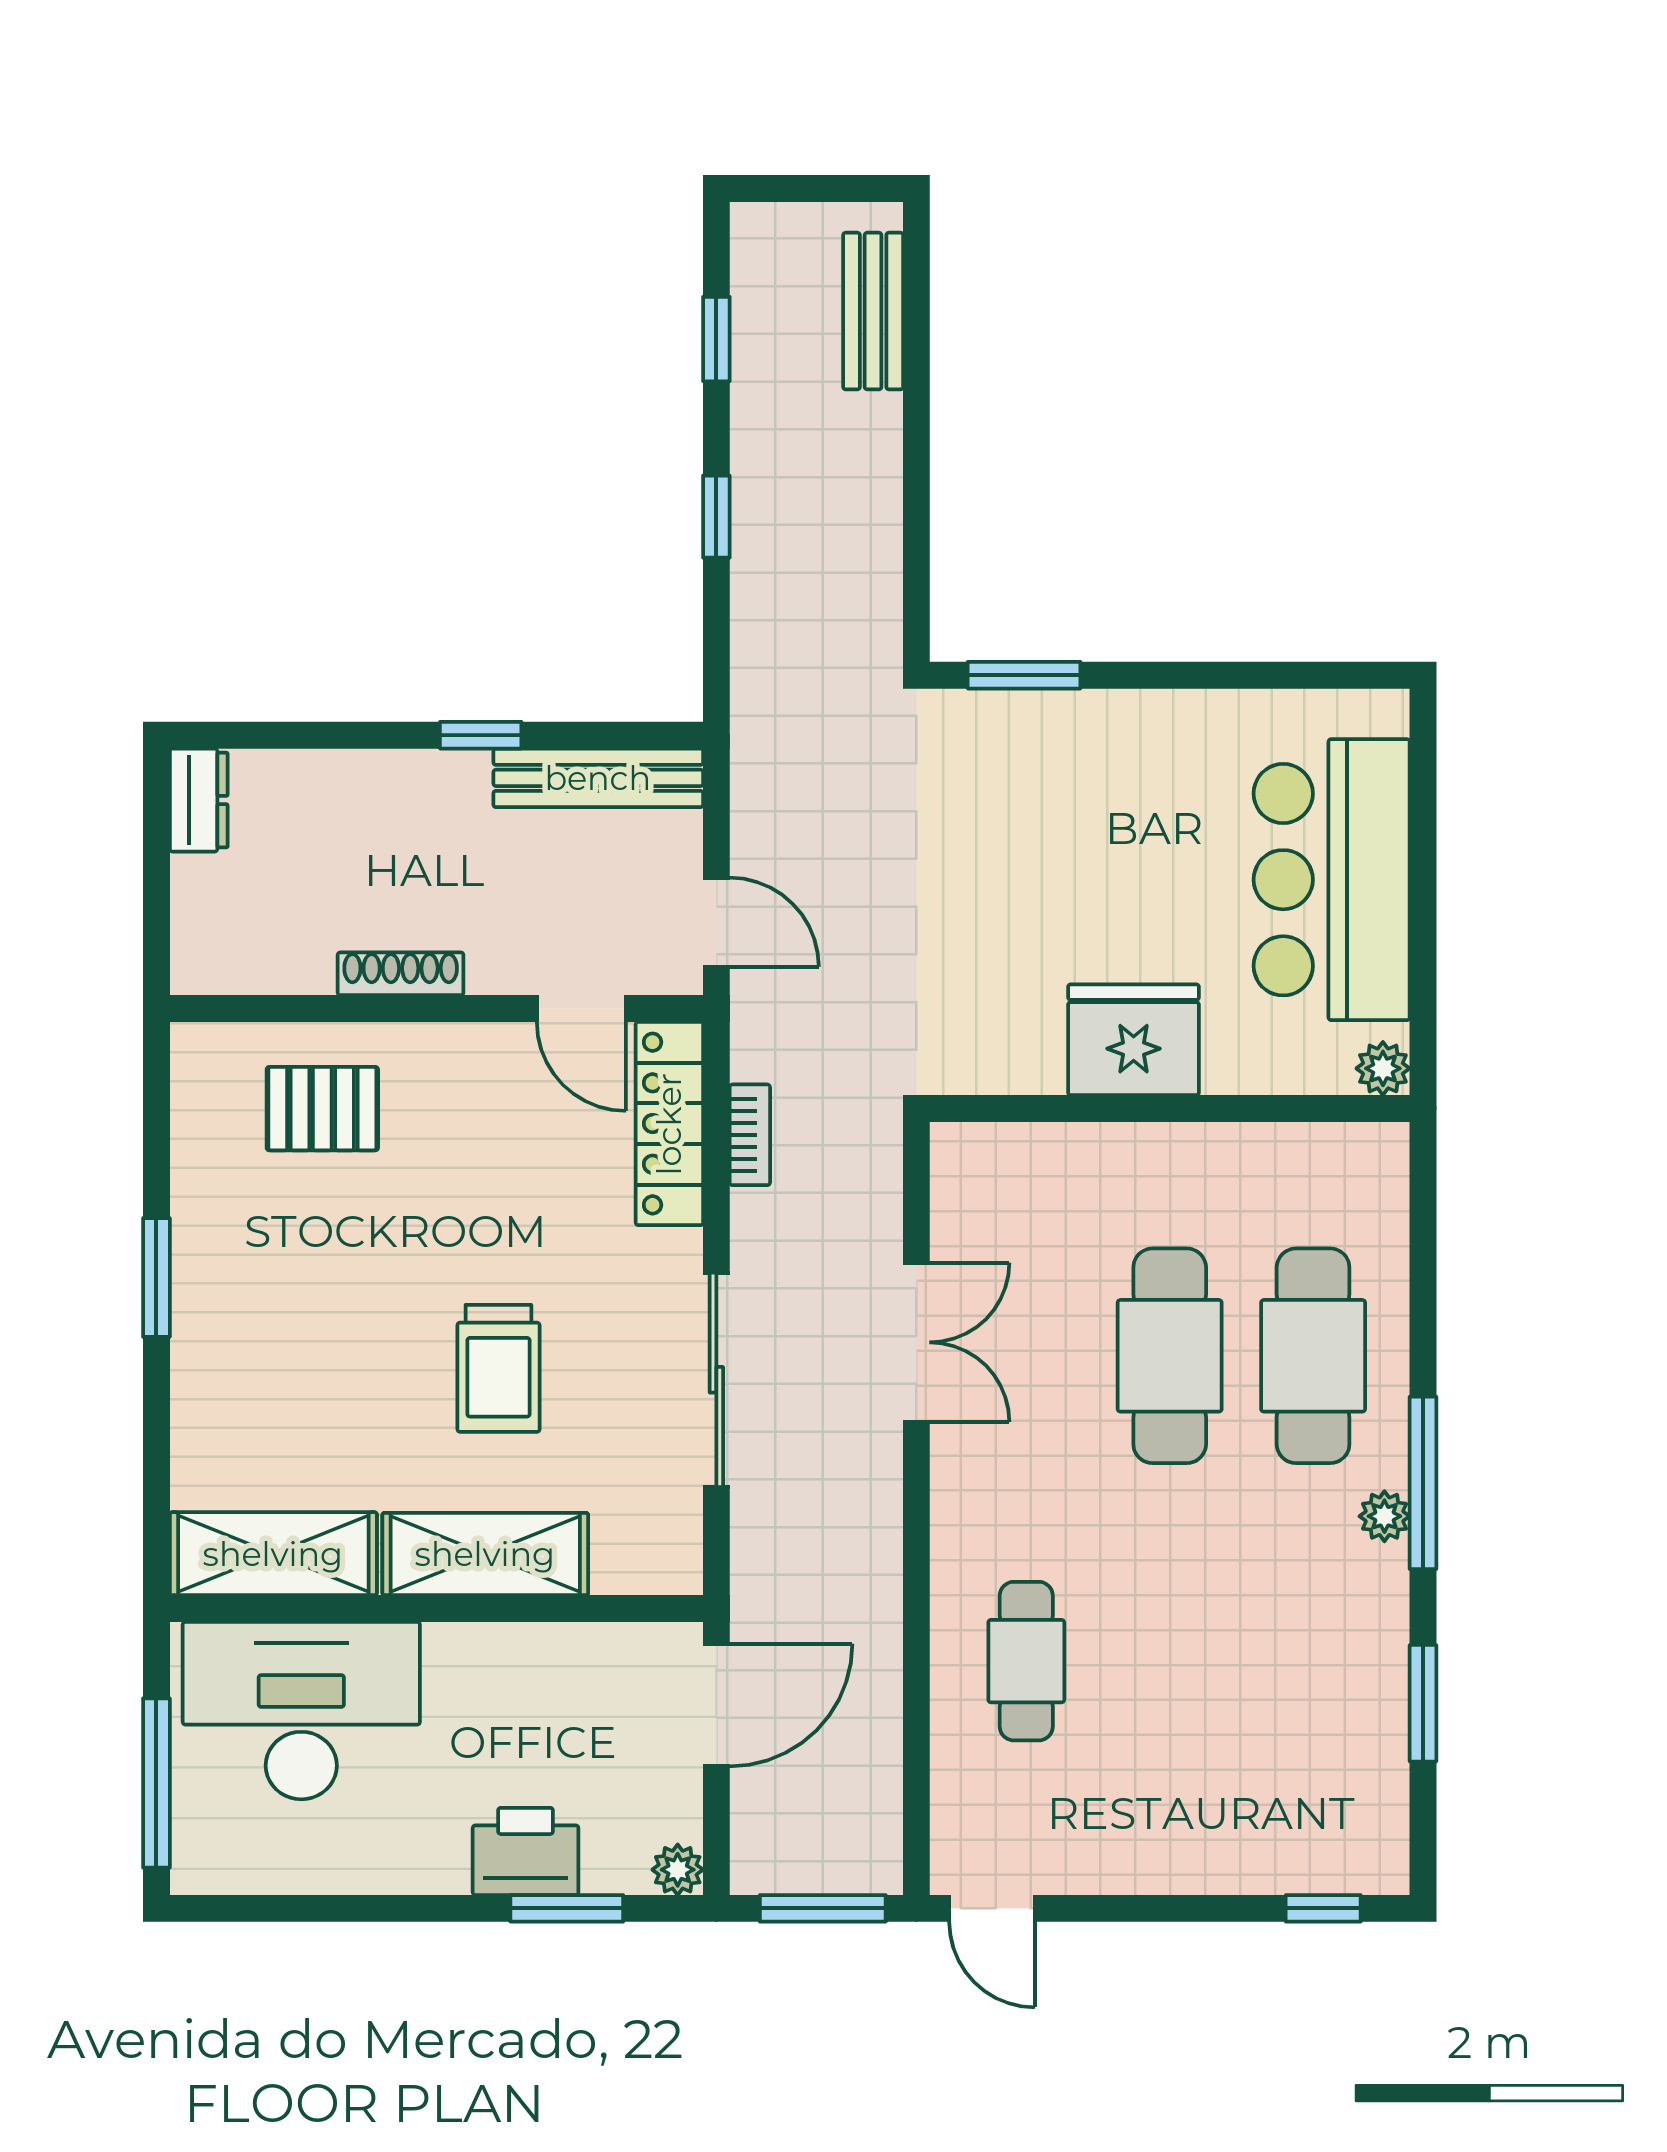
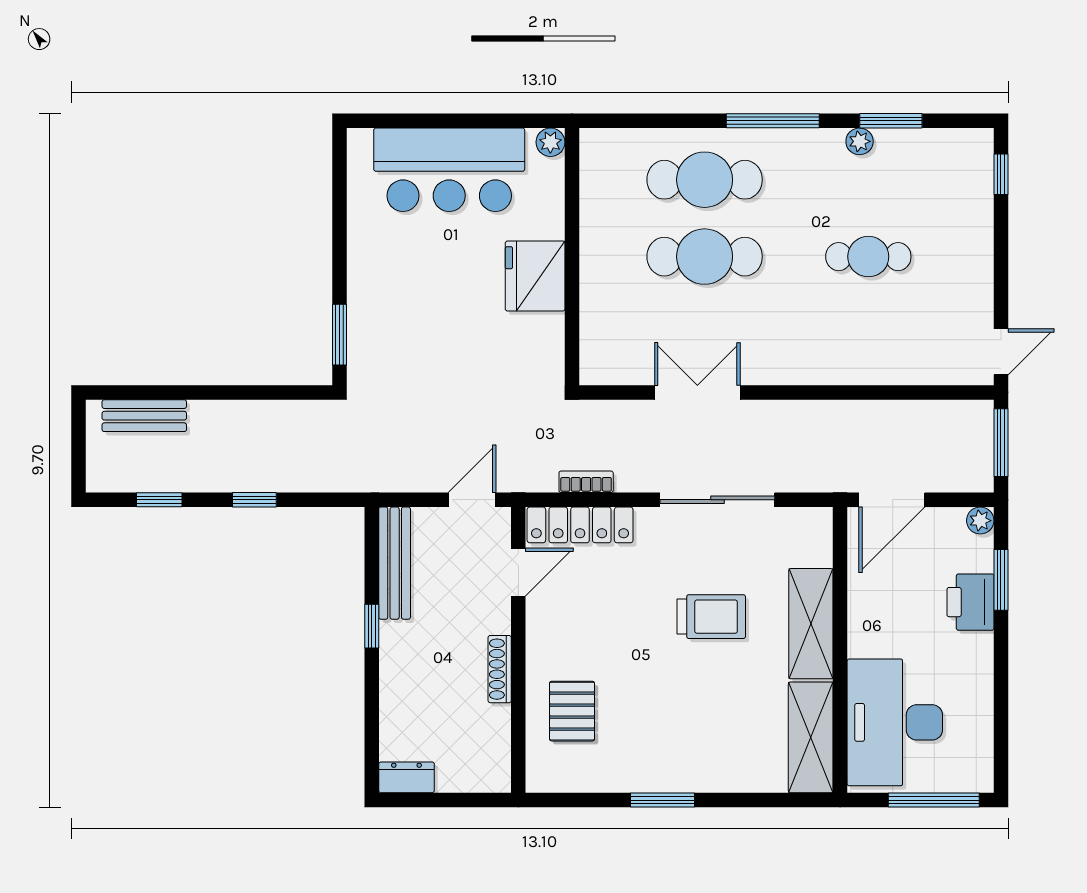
plant: (1384, 1516) -> (860, 141), moved
cafe table: (1026, 1661) -> (868, 257), moved
door: (716, 1705) -> (892, 500), swing flipped

